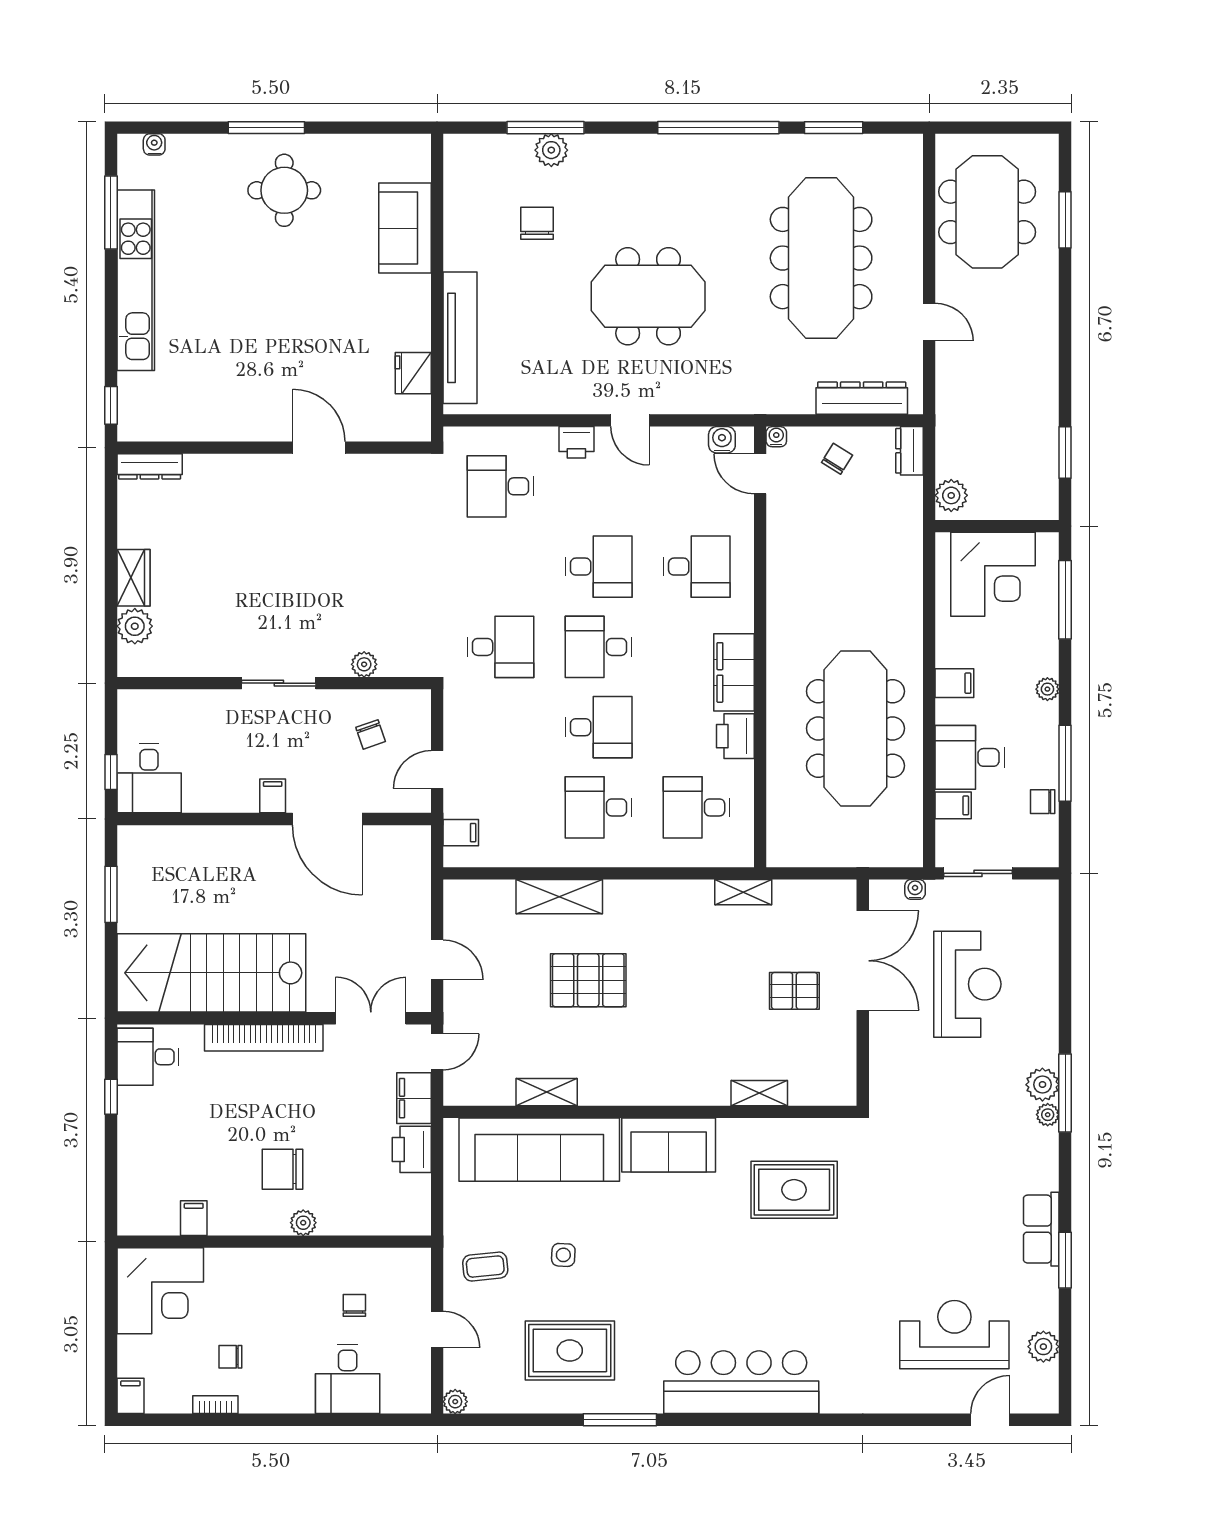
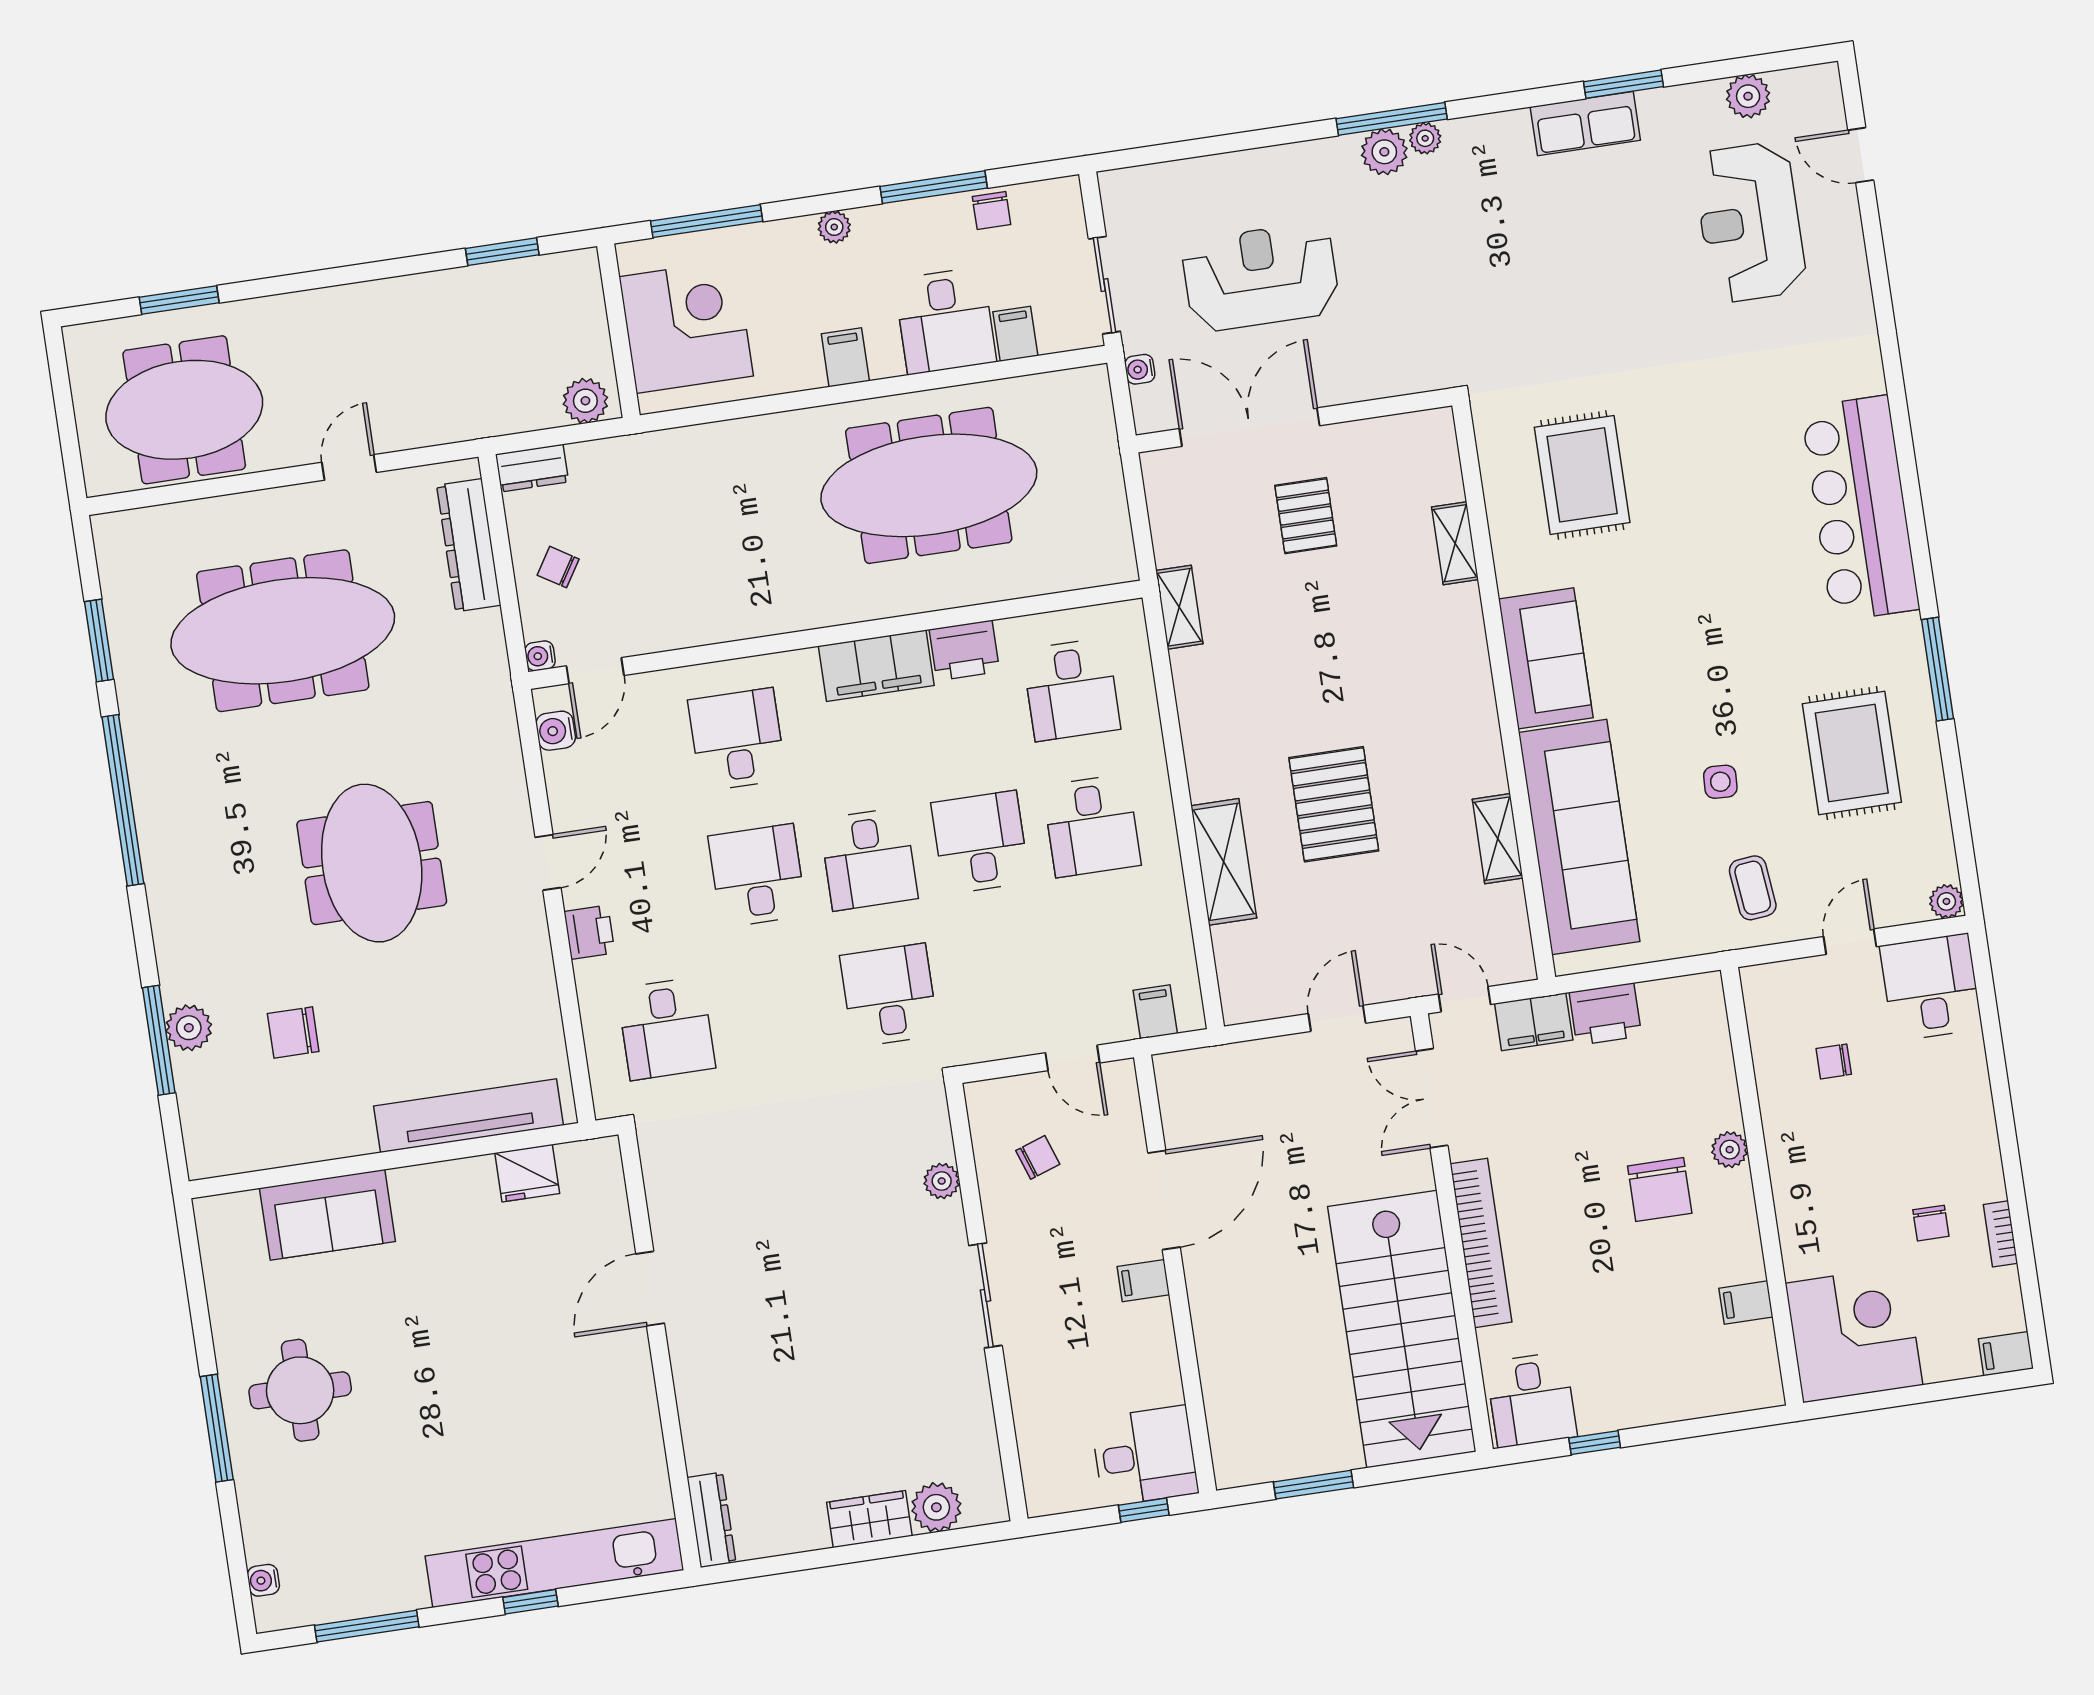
kitchen unit: (136, 280) -> (554, 1563), moved
window: (111, 405) -> (530, 1602), moved
desk: (348, 1379) -> (1931, 987), moved, turned -90

